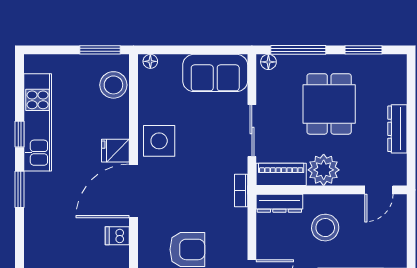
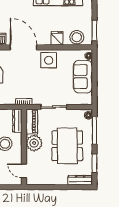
sofa: (215, 73) -> (83, 77), moved
dining table: (329, 104) -> (67, 146), width x1.37
dresser: (397, 129) -> (80, 180), moved
fridge: (115, 151) -> (57, 38), moved

